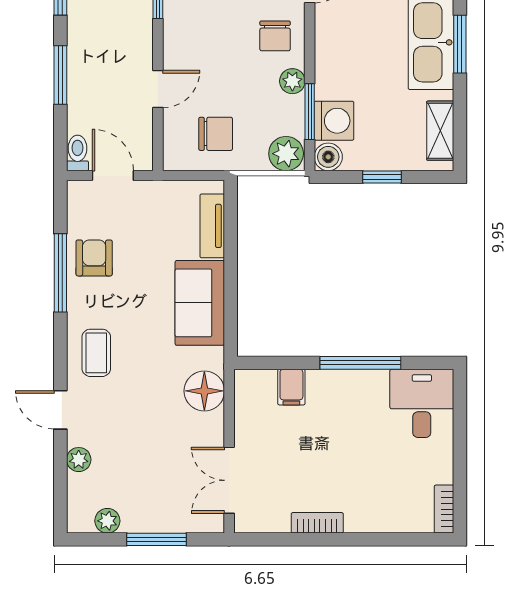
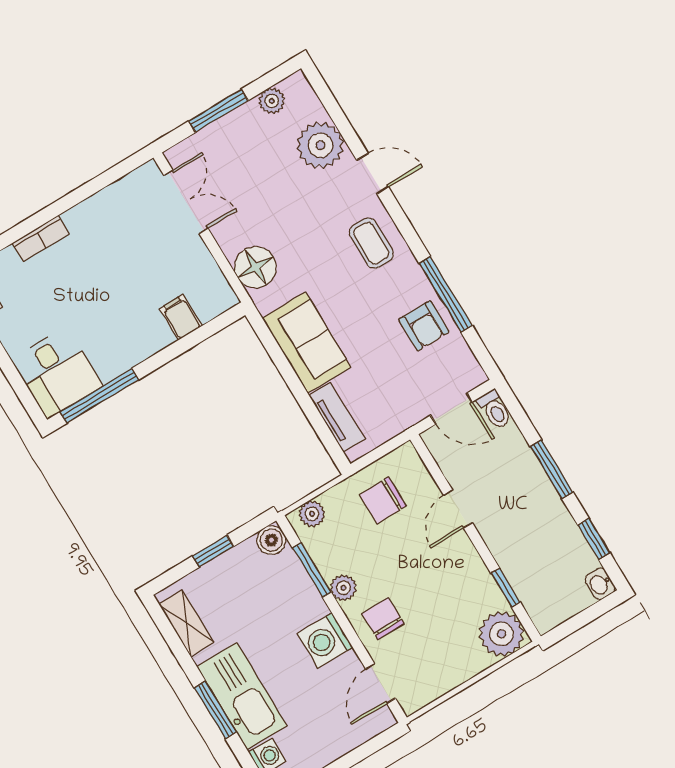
washing machine: (334, 121) -> (325, 640), moved
plant: (286, 154) -> (312, 514), width x0.73, depth x0.73
window: (360, 363) -> (99, 396), moved
plant: (79, 460) -> (320, 145), width x1.88, depth x1.88
bookcase: (317, 523) -> (40, 238), moved

